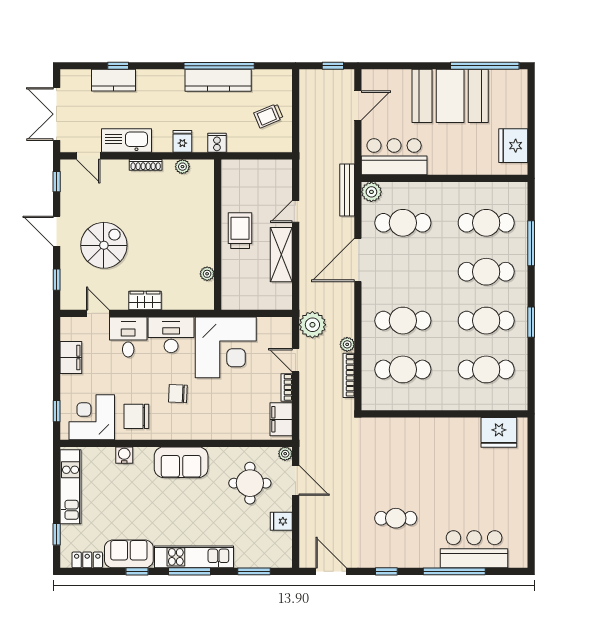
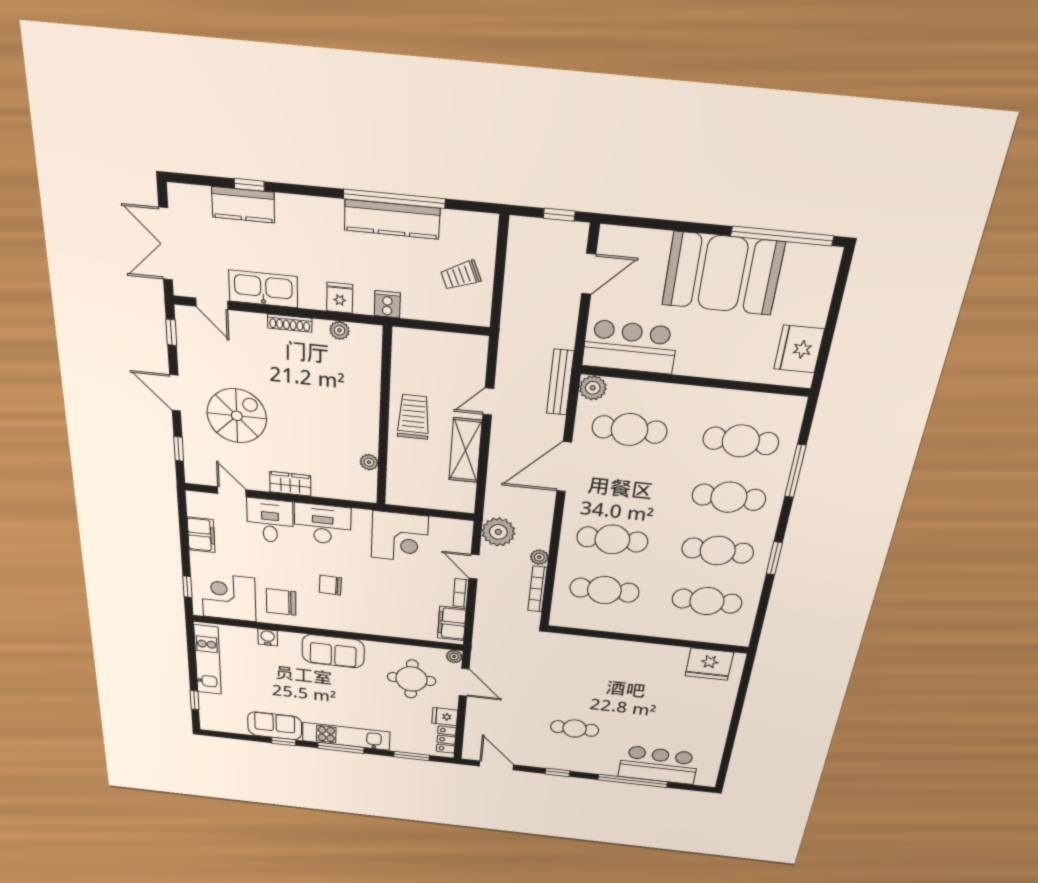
corner desk: (226, 347) -> (400, 537), width x0.74, depth x0.74
locker: (87, 560) -> (446, 740), moved, turned -90

